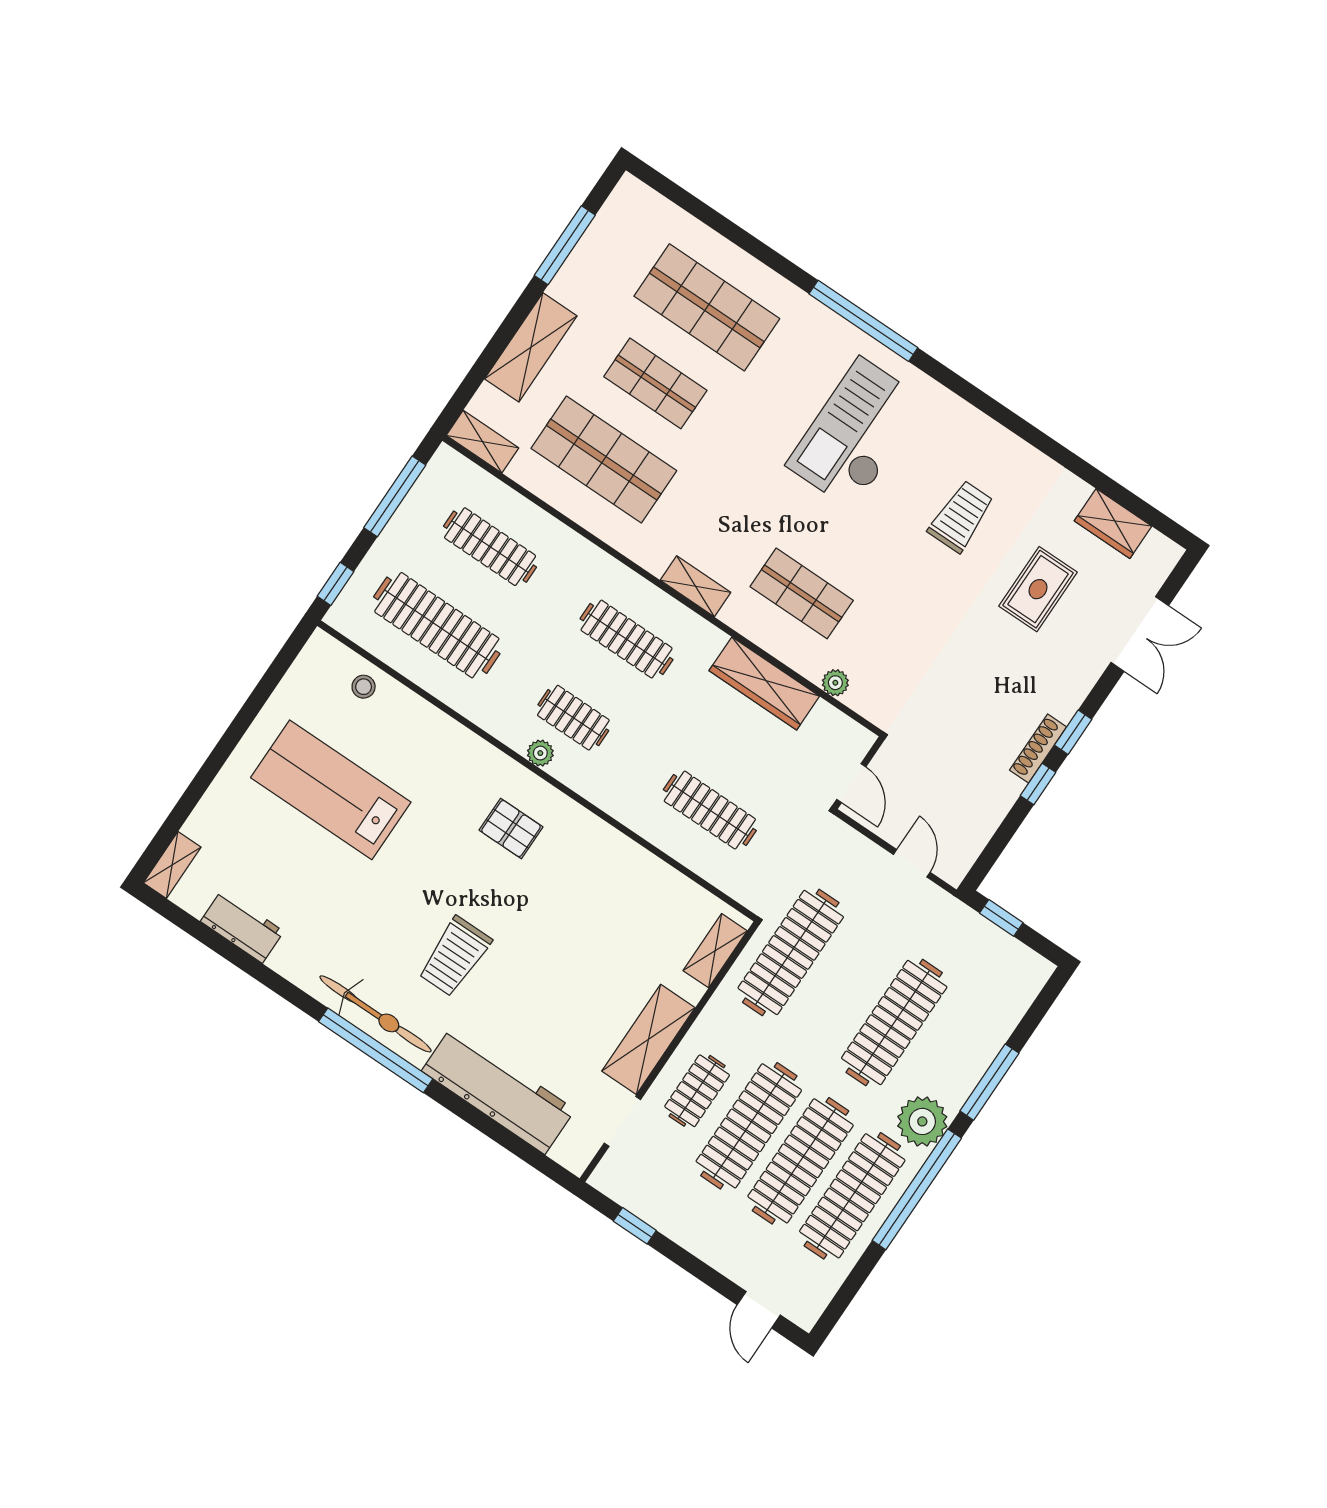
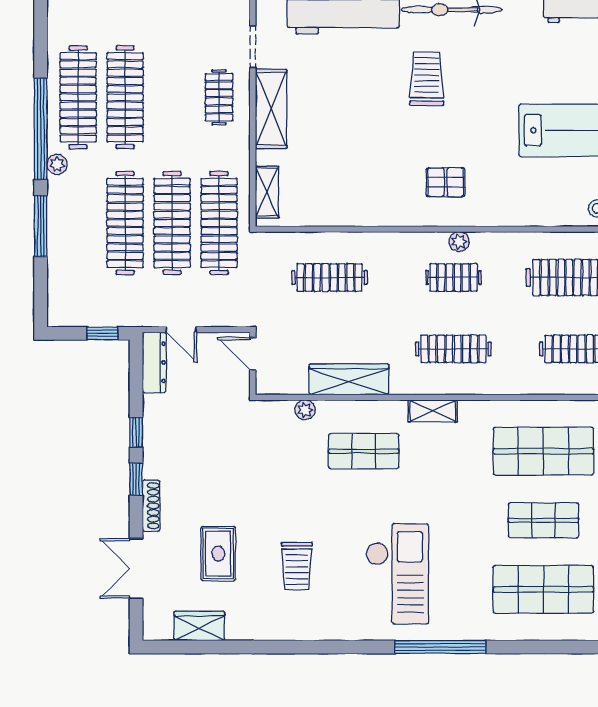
shoe rack: (1038, 748) -> (151, 506), moved
dresser: (966, 847) -> (154, 362), added
plant: (922, 1121) -> (57, 164), width x0.53, depth x0.53
clothes rail: (749, 1126) -> (172, 223), moved

